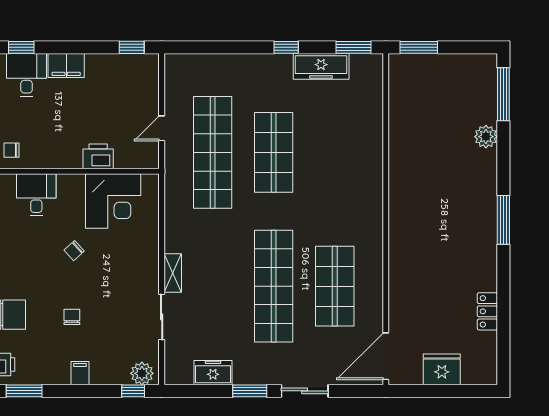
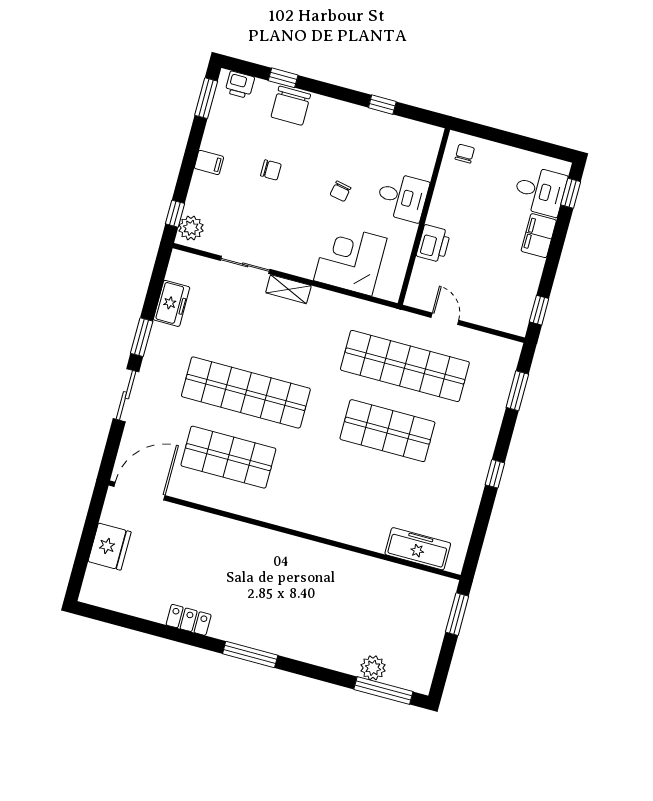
window: (353, 47) -> (517, 391), moved
freezer: (321, 66) -> (418, 549), moved, turned 90
plant: (486, 137) -> (373, 668), moved
desk: (36, 195) -> (402, 197), moved
corner desk: (113, 201) -> (350, 259), moved, turned 90
chair: (74, 251) -> (340, 191), turned -127
locker: (487, 311) -> (189, 620), moved
door: (386, 356) -> (140, 491), hinge flipped

